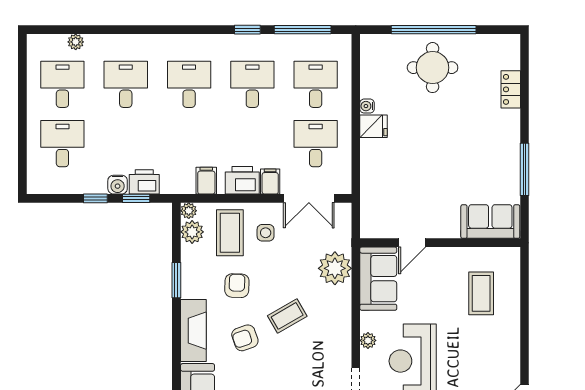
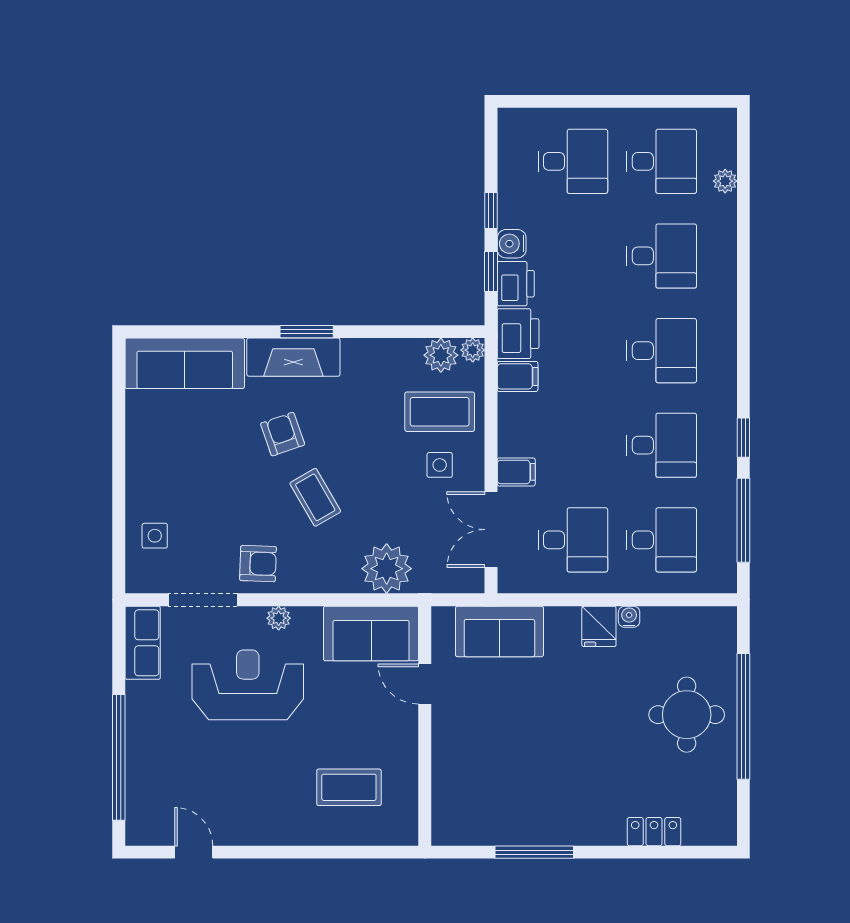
printer: (242, 180) -> (518, 334), moved
sofa: (490, 222) -> (499, 631), moved, turned 90
window: (176, 280) -> (307, 332), moved
armchair: (237, 286) -> (258, 564), moved

